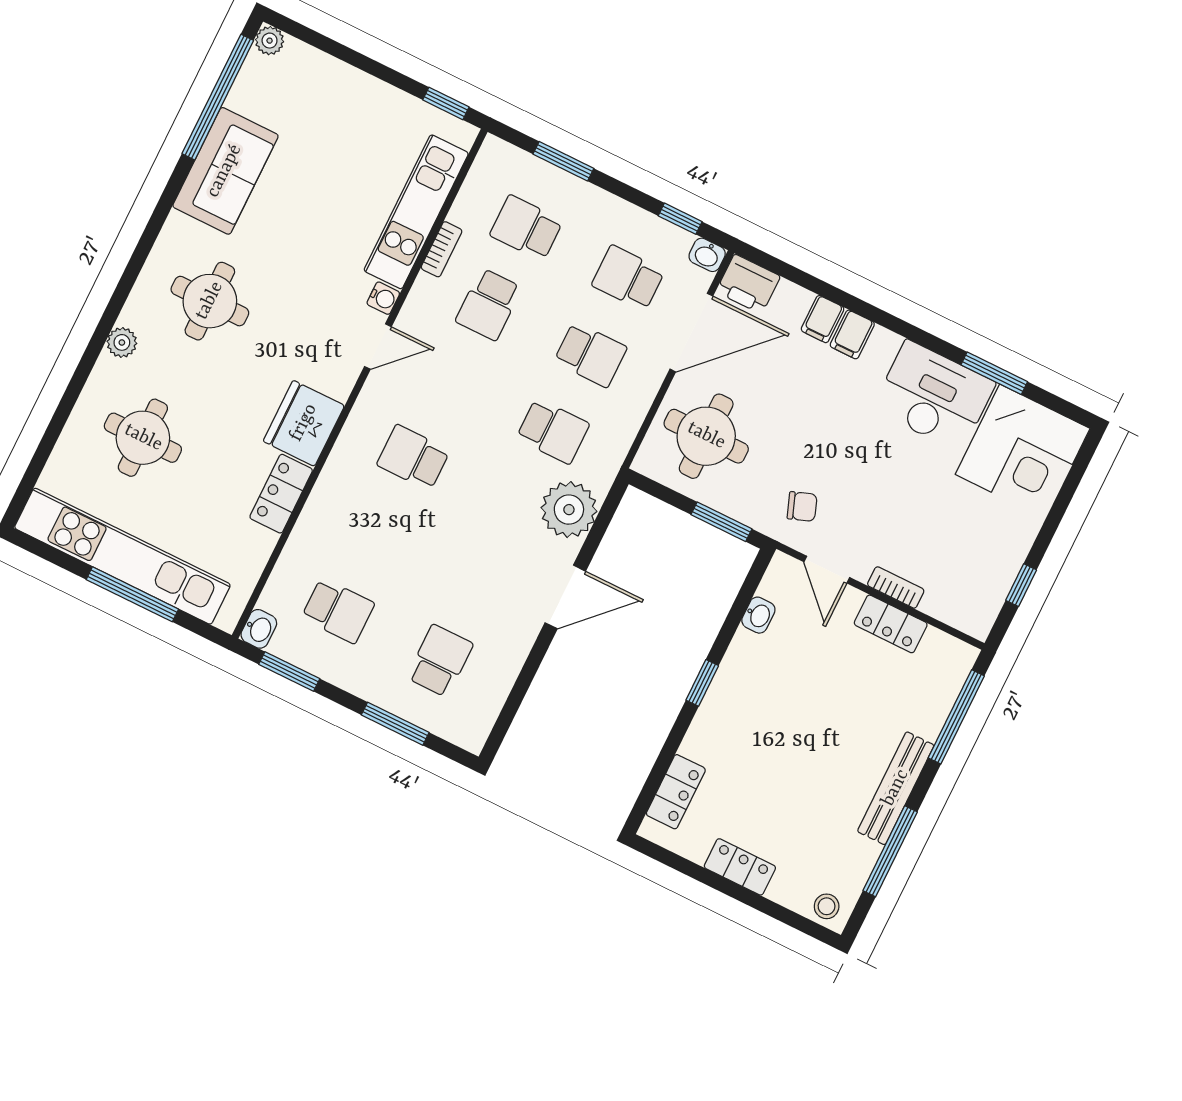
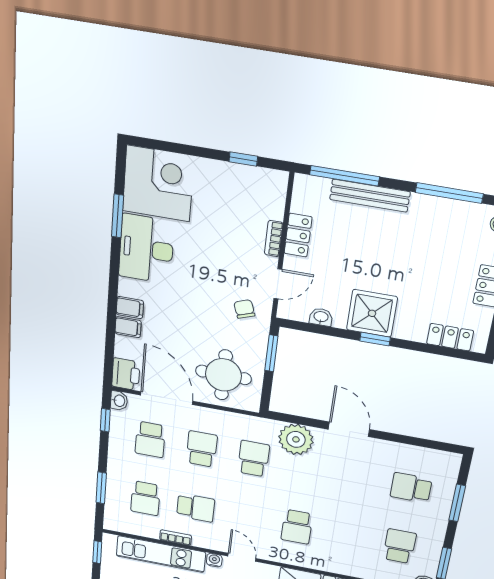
shower: (744, 691) -> (372, 313), added
bench: (896, 788) -> (370, 196), moved

